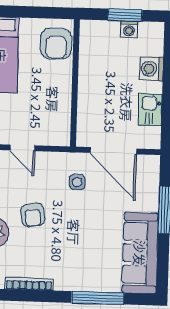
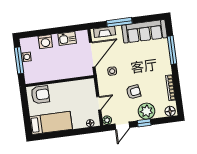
window: (125, 15) -> (19, 60), width x1.44
fireplace: (151, 180) -> (105, 32), added

